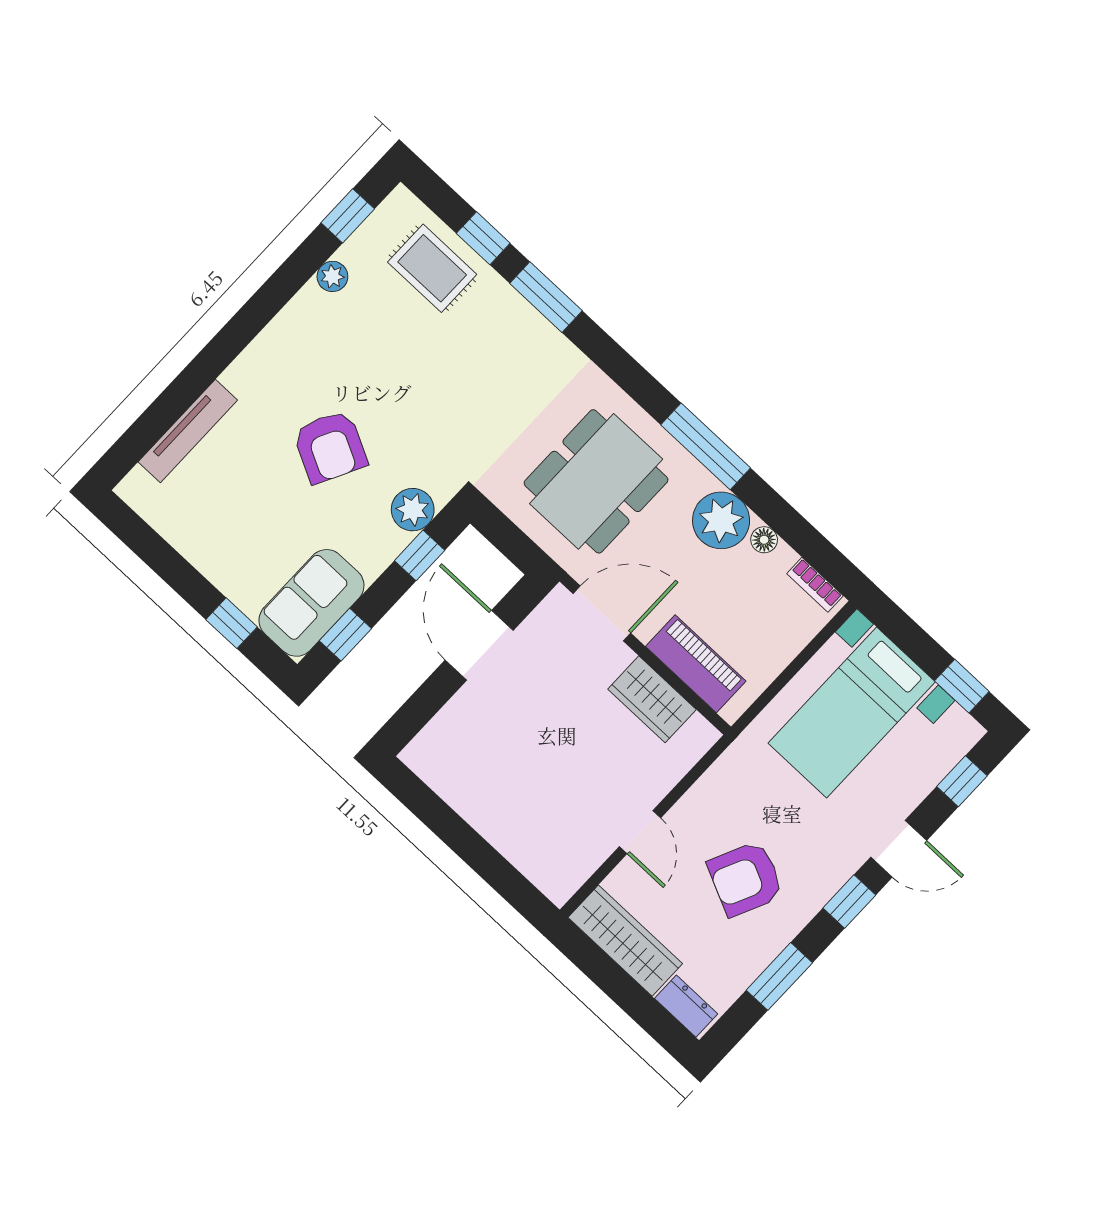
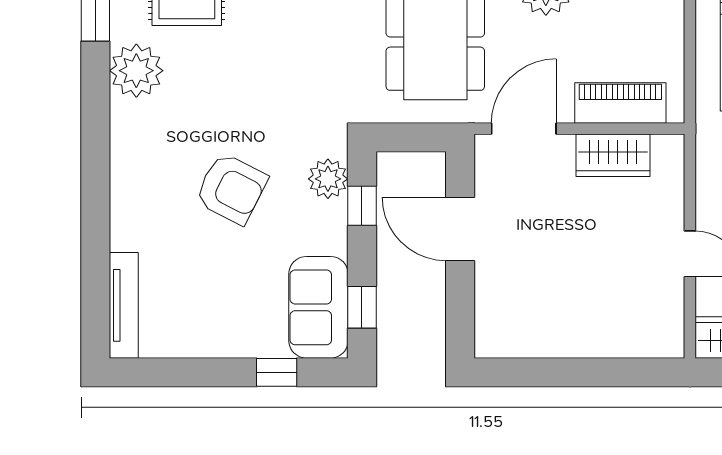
plant: (332, 276) -> (136, 71), width x1.87, depth x1.87
tv unit: (188, 431) -> (124, 305), moved

